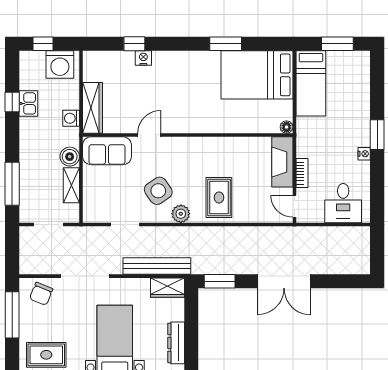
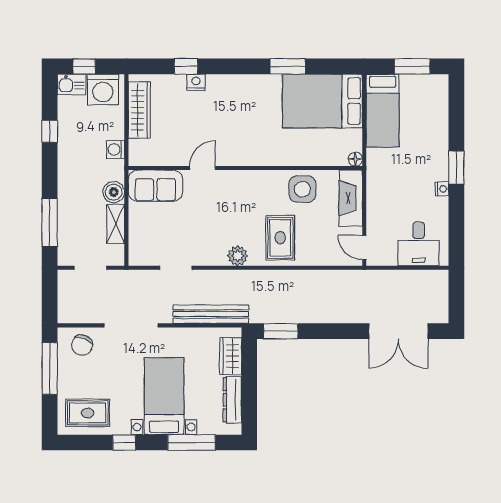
kitchen sink: (28, 103) -> (72, 84), moved, turned 90
wardrobe: (93, 108) -> (139, 110), moved
bookcase: (302, 173) -> (373, 210), removed
side table: (158, 191) -> (302, 189), moved, turned 35
double door: (284, 281) -> (398, 331), moved
wardrobe: (167, 288) -> (231, 356), moved, turned 90

